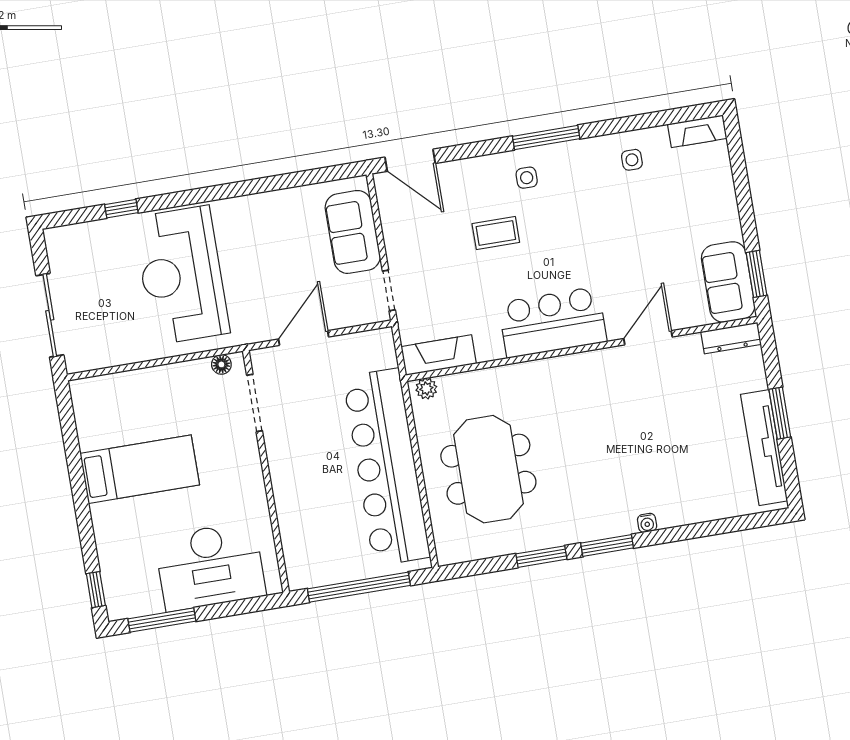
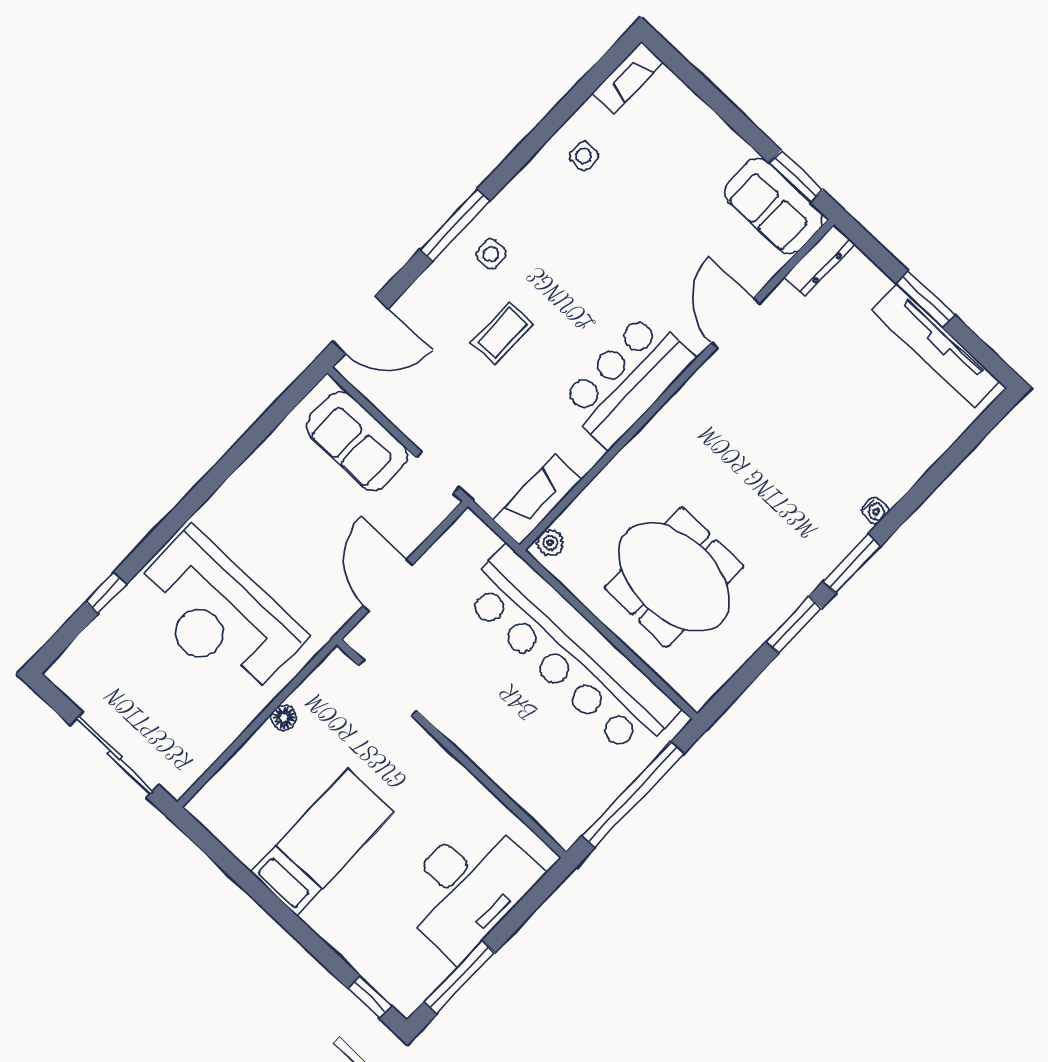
window: (546, 137) -> (455, 225), moved
floor lamp: (221, 364) -> (284, 718), moved

